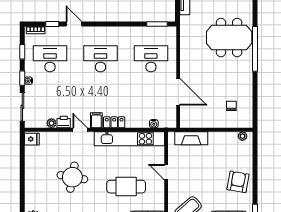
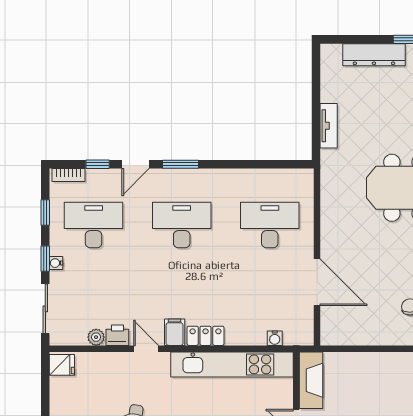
door: (74, 24) -> (135, 164), swing flipped
window: (157, 24) -> (180, 164), moved
fireplace: (191, 138) -> (311, 380), moved, turned -90

